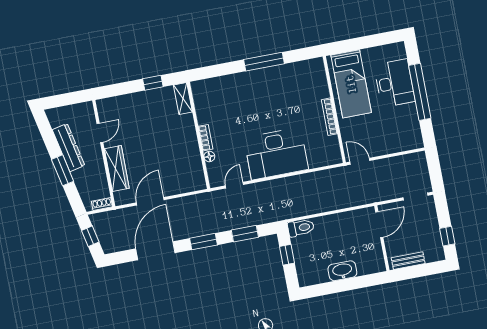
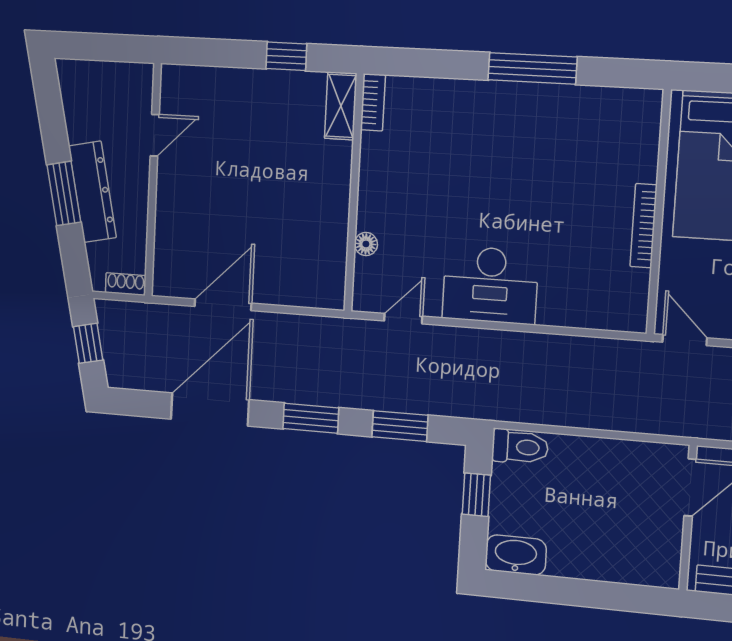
bookcase: (206, 138) -> (373, 102), moved
dresser: (68, 148) -> (92, 192), moved
desk: (276, 154) -> (490, 285), width x0.73, depth x0.77
wardrobe: (117, 168) -> (172, 219), removed
washbasin: (342, 271) -> (516, 555), moved

